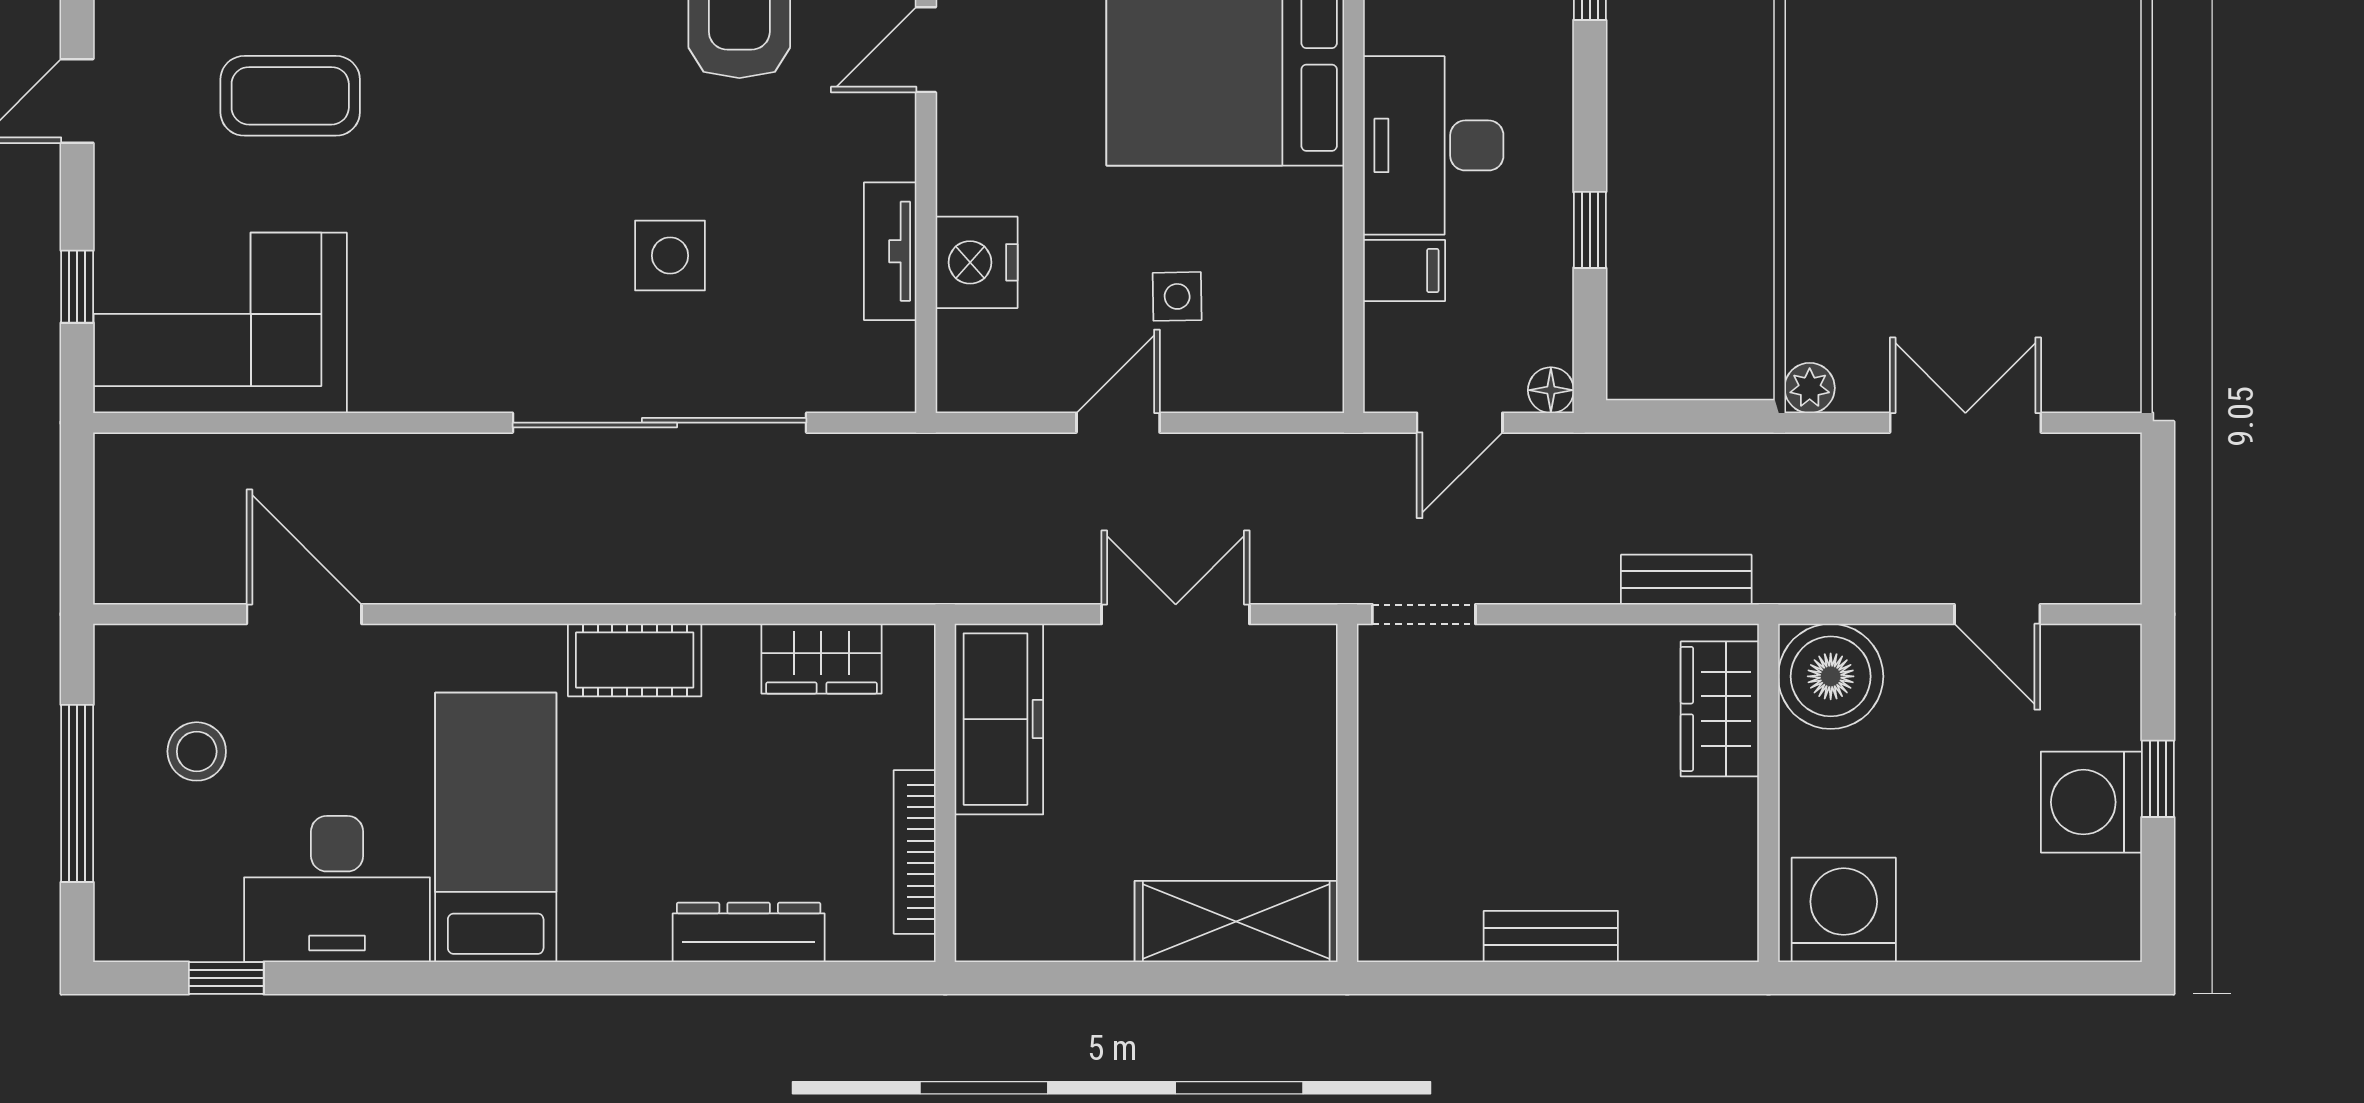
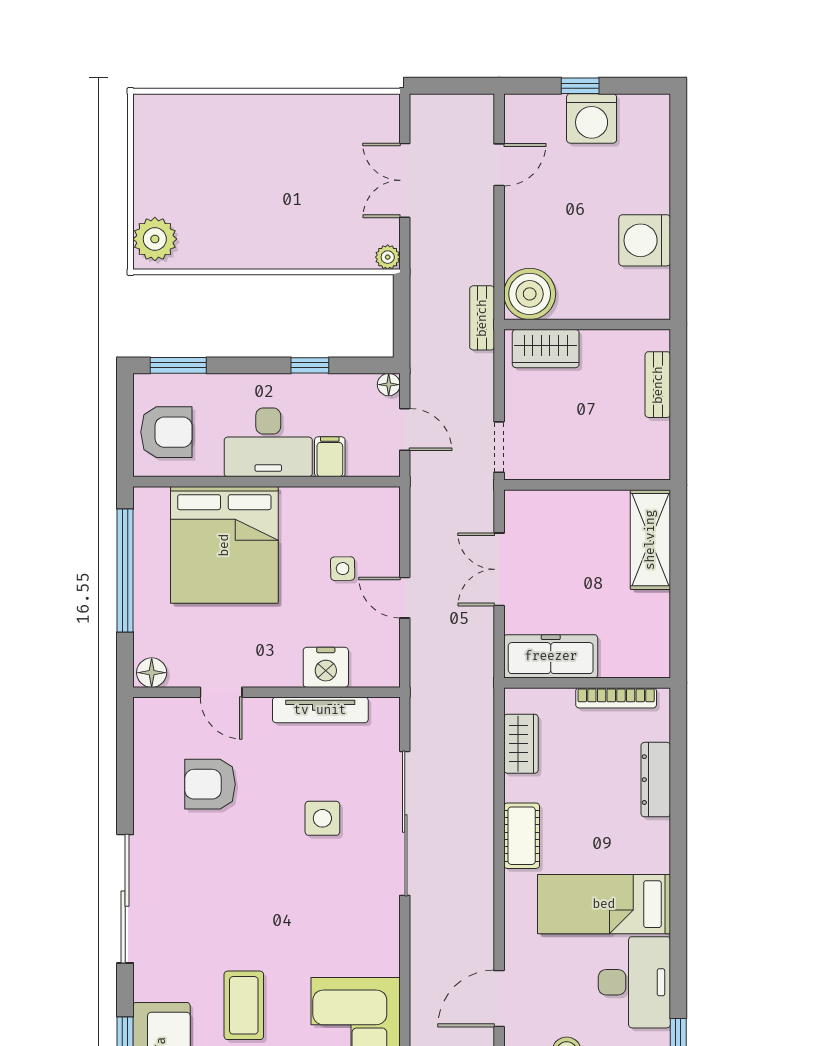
tv unit: (890, 251) -> (320, 710), width x1.41
boiler: (1831, 676) -> (530, 294), moved
wardrobe: (1720, 709) -> (546, 349), moved
wall: (1769, 793) -> (587, 325), moved

